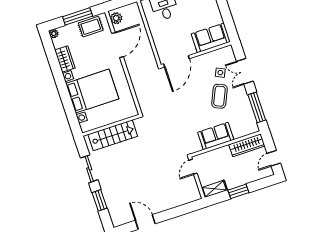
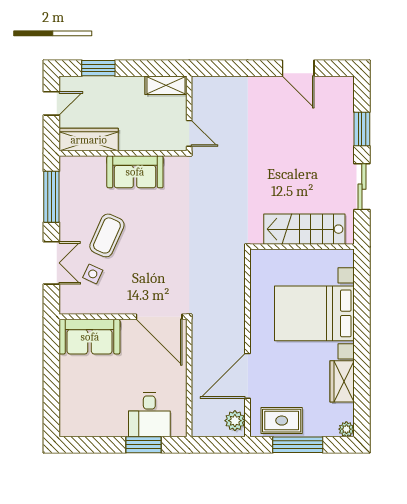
door: (176, 61) -> (159, 317), swing flipped
door: (193, 167) -> (189, 133), hinge flipped
window: (238, 191) -> (98, 68), moved

